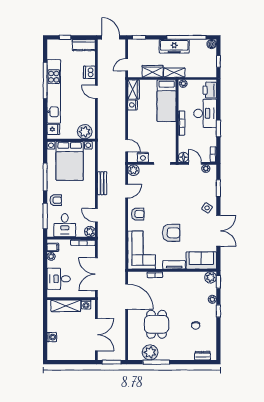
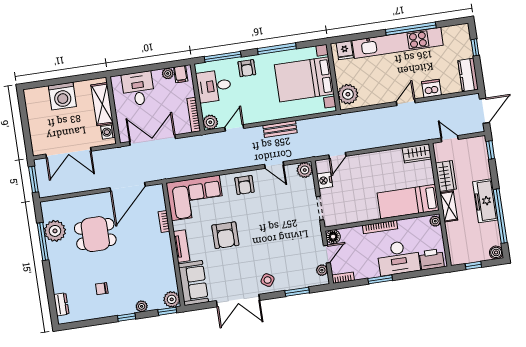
nightstand: (133, 105) -> (395, 155), removed
washing machine: (52, 337) -> (62, 96), width x1.89, depth x1.89

